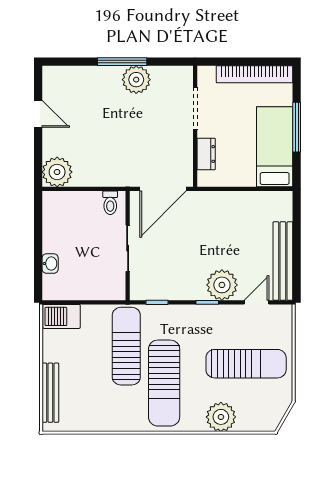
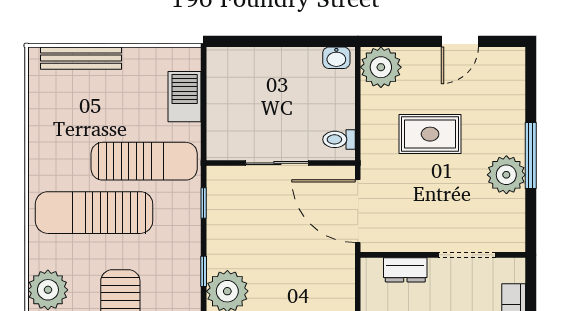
rug: (106, 136) -> (430, 134), added
washbasin: (50, 264) -> (336, 58), moved
barbecue: (61, 316) -> (185, 97), moved

